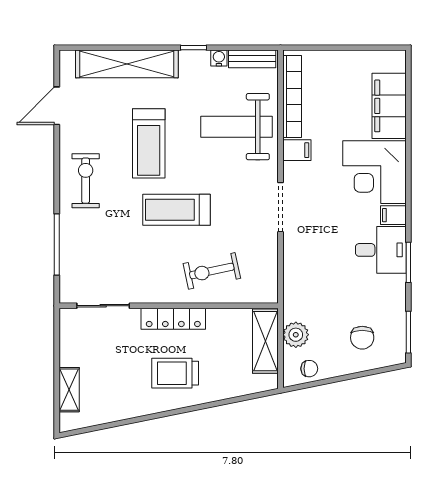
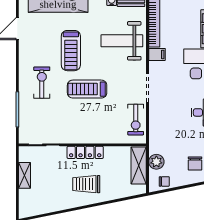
exercise bike: (86, 181) -> (42, 83), moved
exercise bike: (212, 271) -> (136, 120), moved, turned -78
shelving: (69, 390) -> (25, 175), moved

